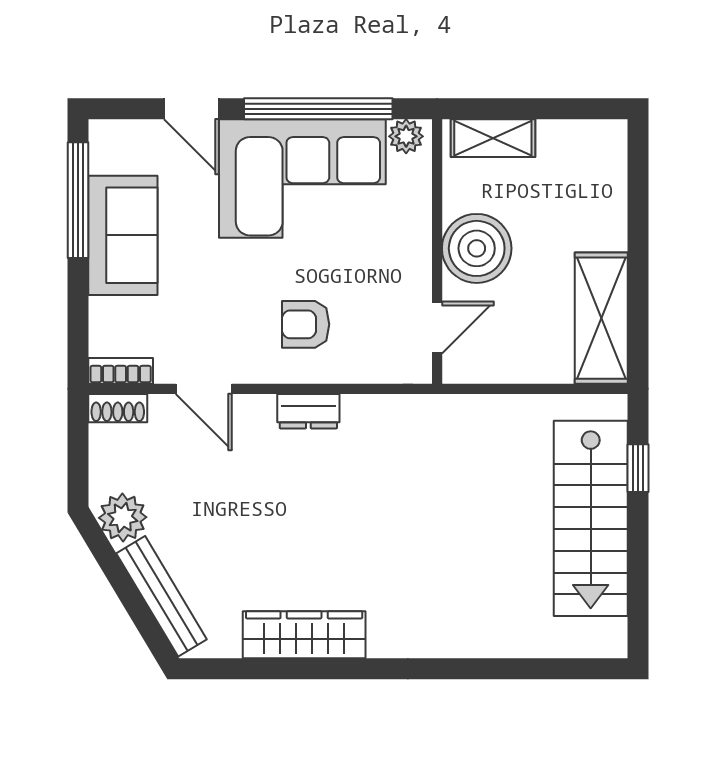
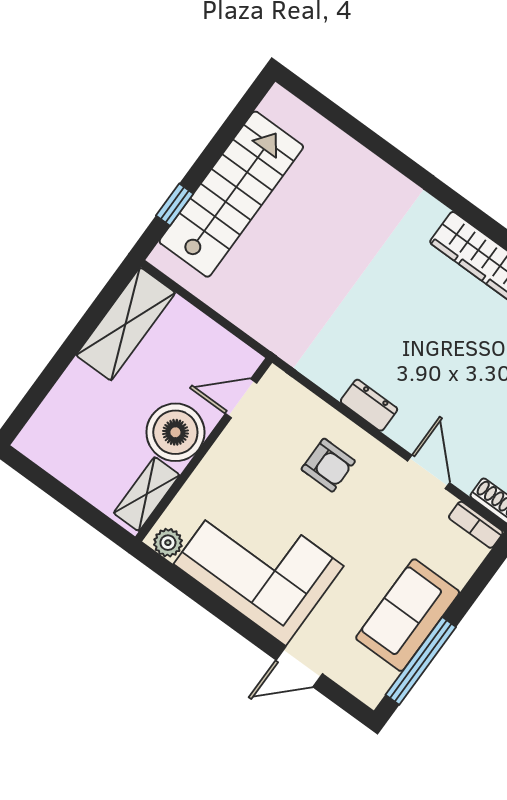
door: (191, 109) -> (299, 667), swing flipped
window: (318, 109) -> (214, 604), removed
shelving: (493, 138) -> (147, 494), moved, turned 90

